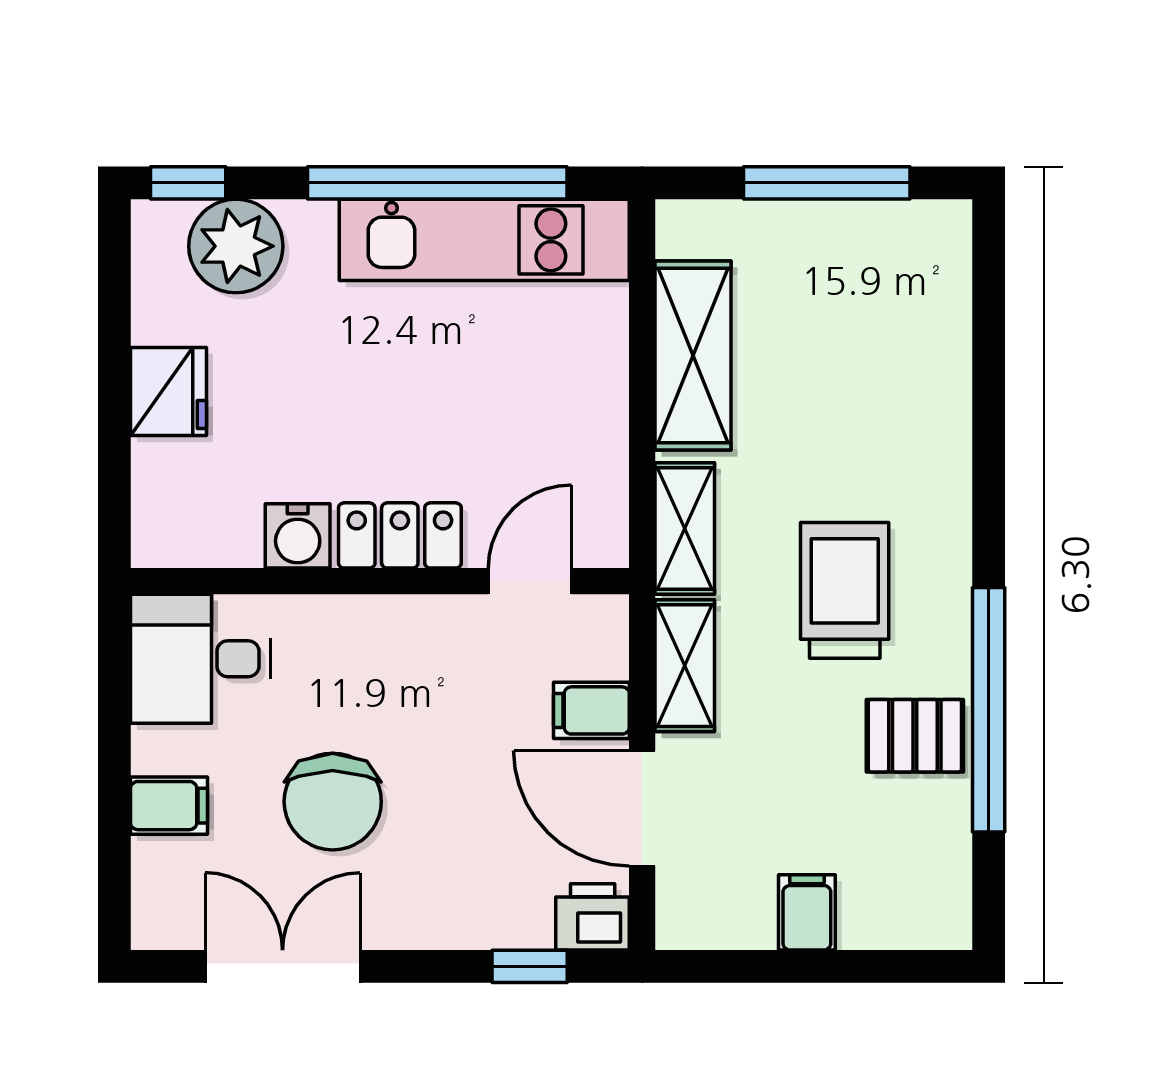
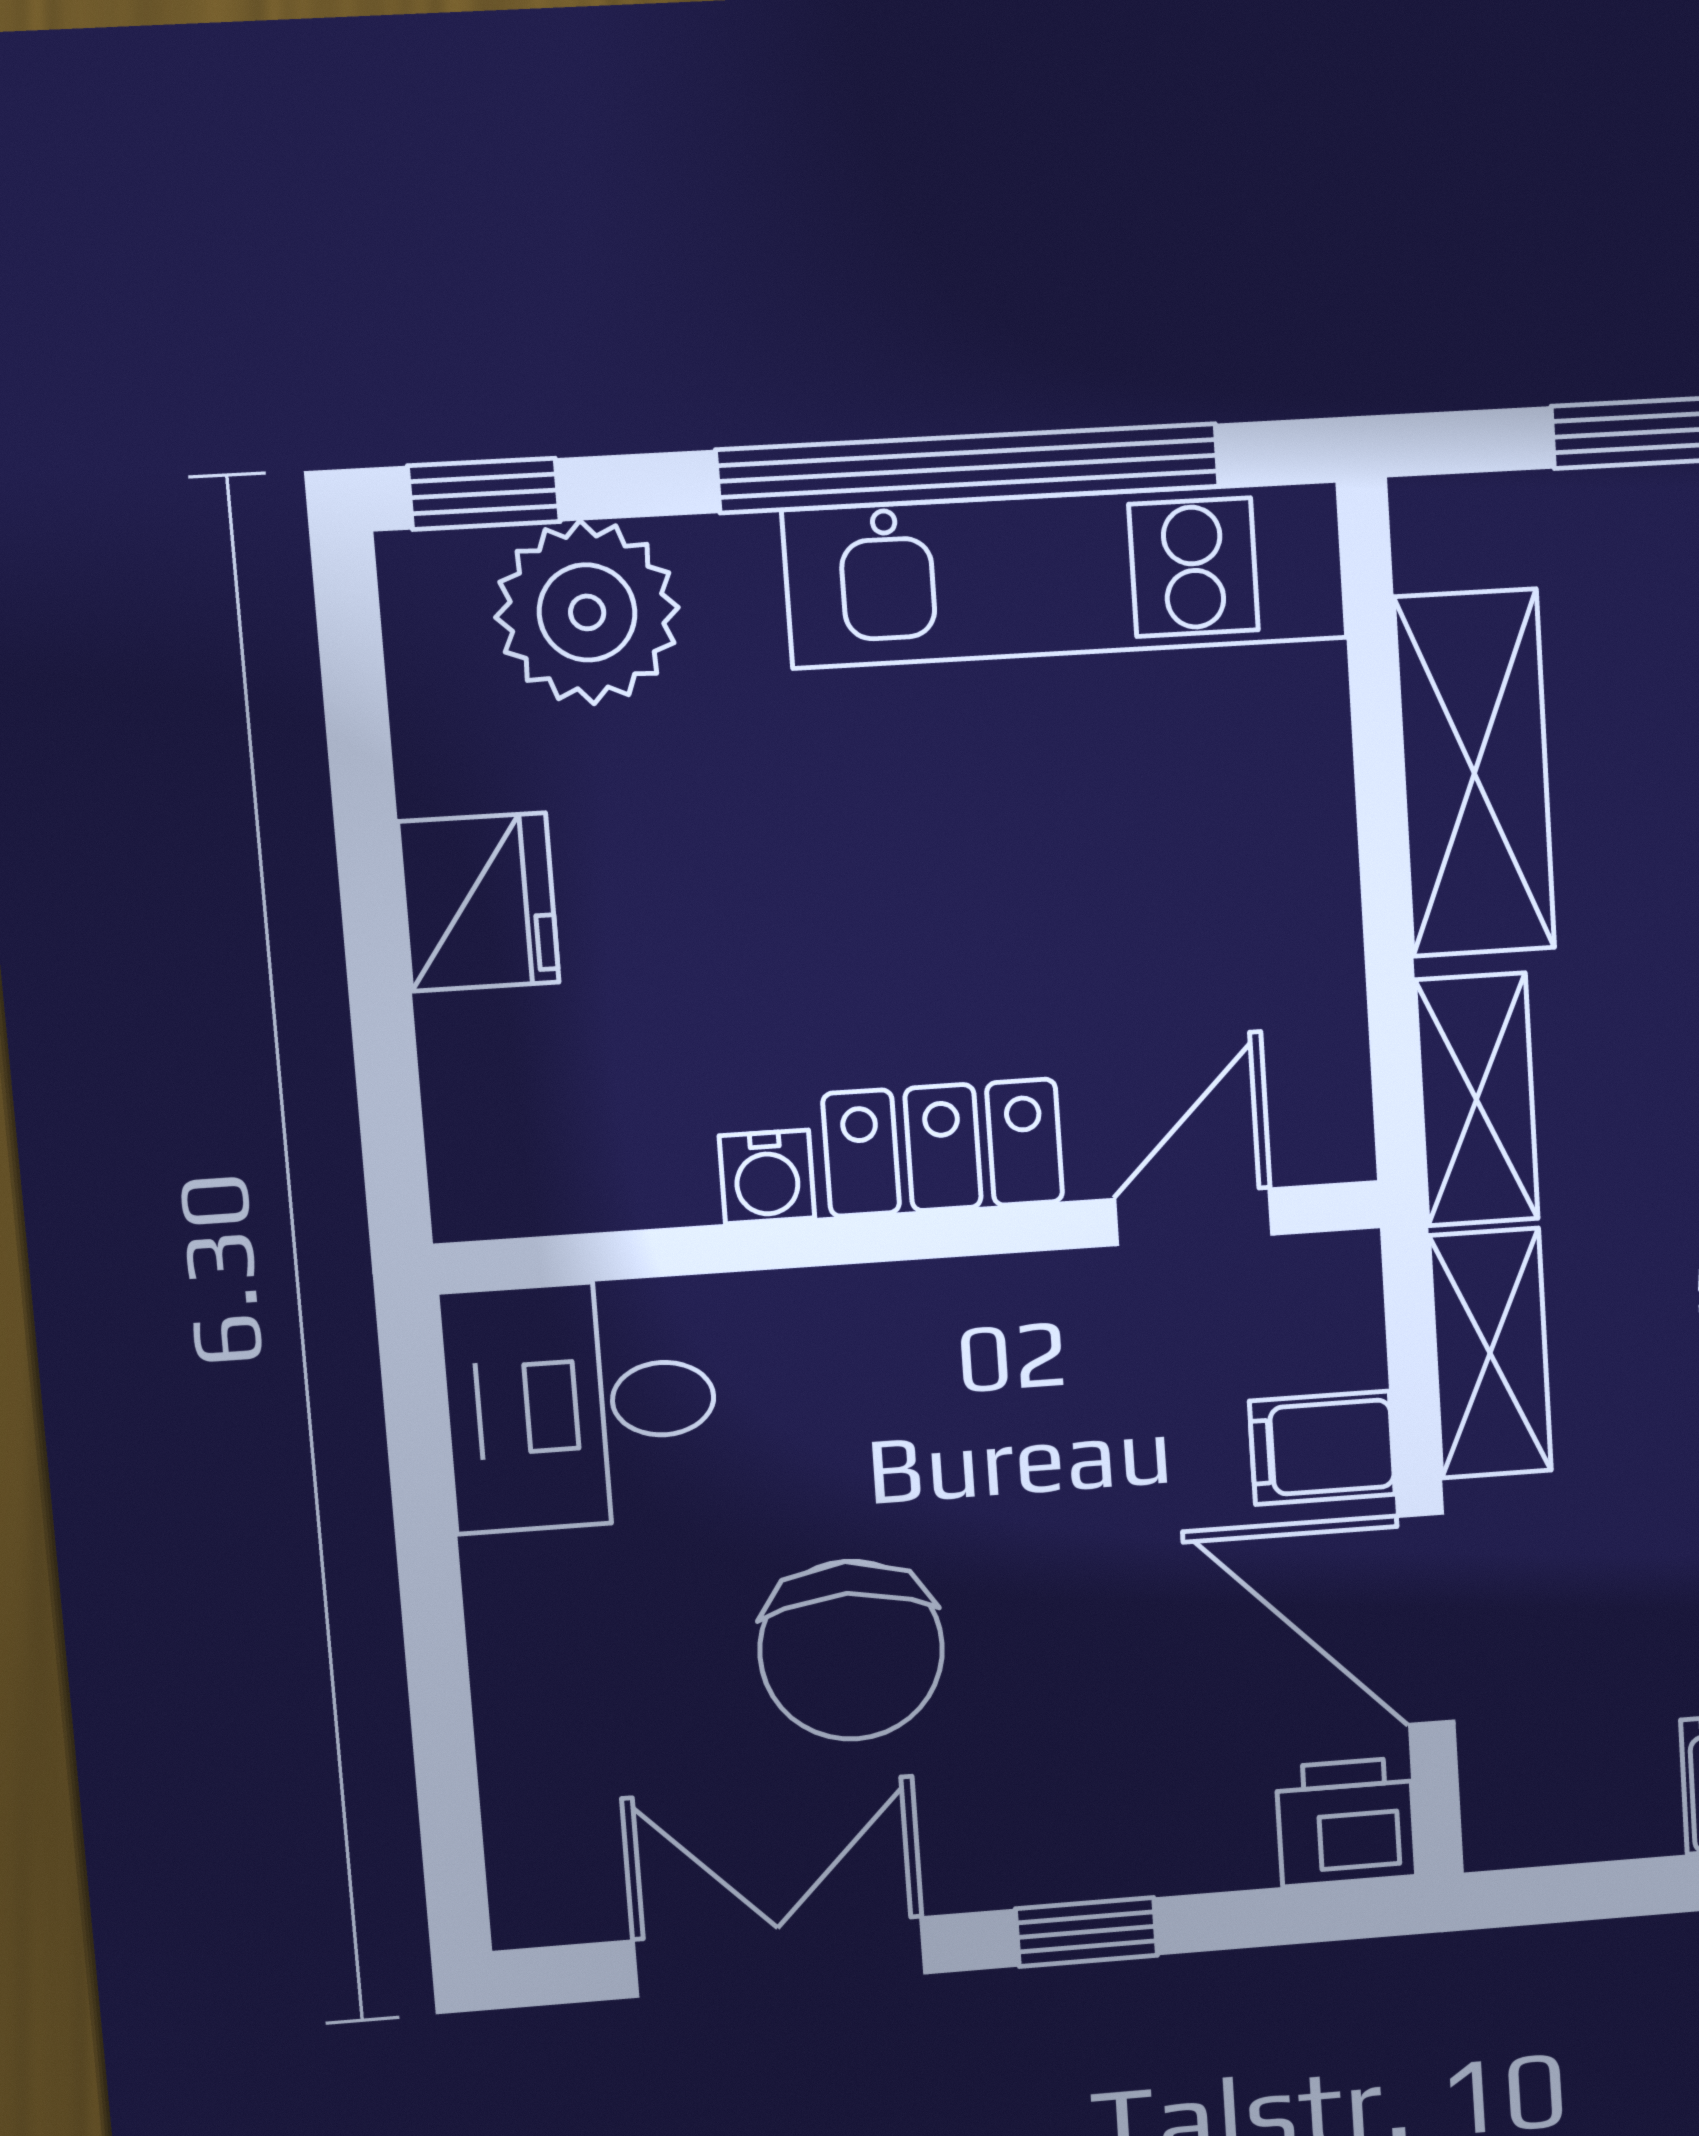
water cooler: (298, 536) -> (767, 1177), width x0.72, depth x0.72
filing cabinet: (169, 806) -> (543, 1681), removed
window: (530, 966) -> (1087, 1932), moved

